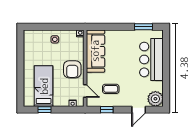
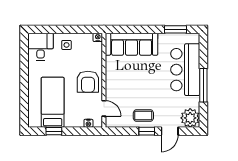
desk: (34, 41) -> (41, 47), added
sofa: (95, 51) -> (132, 44), moved, turned 90
window: (166, 72) -> (203, 85), added
coffee table: (111, 89) -> (143, 116), moved
window: (107, 110) -> (147, 131), moved

